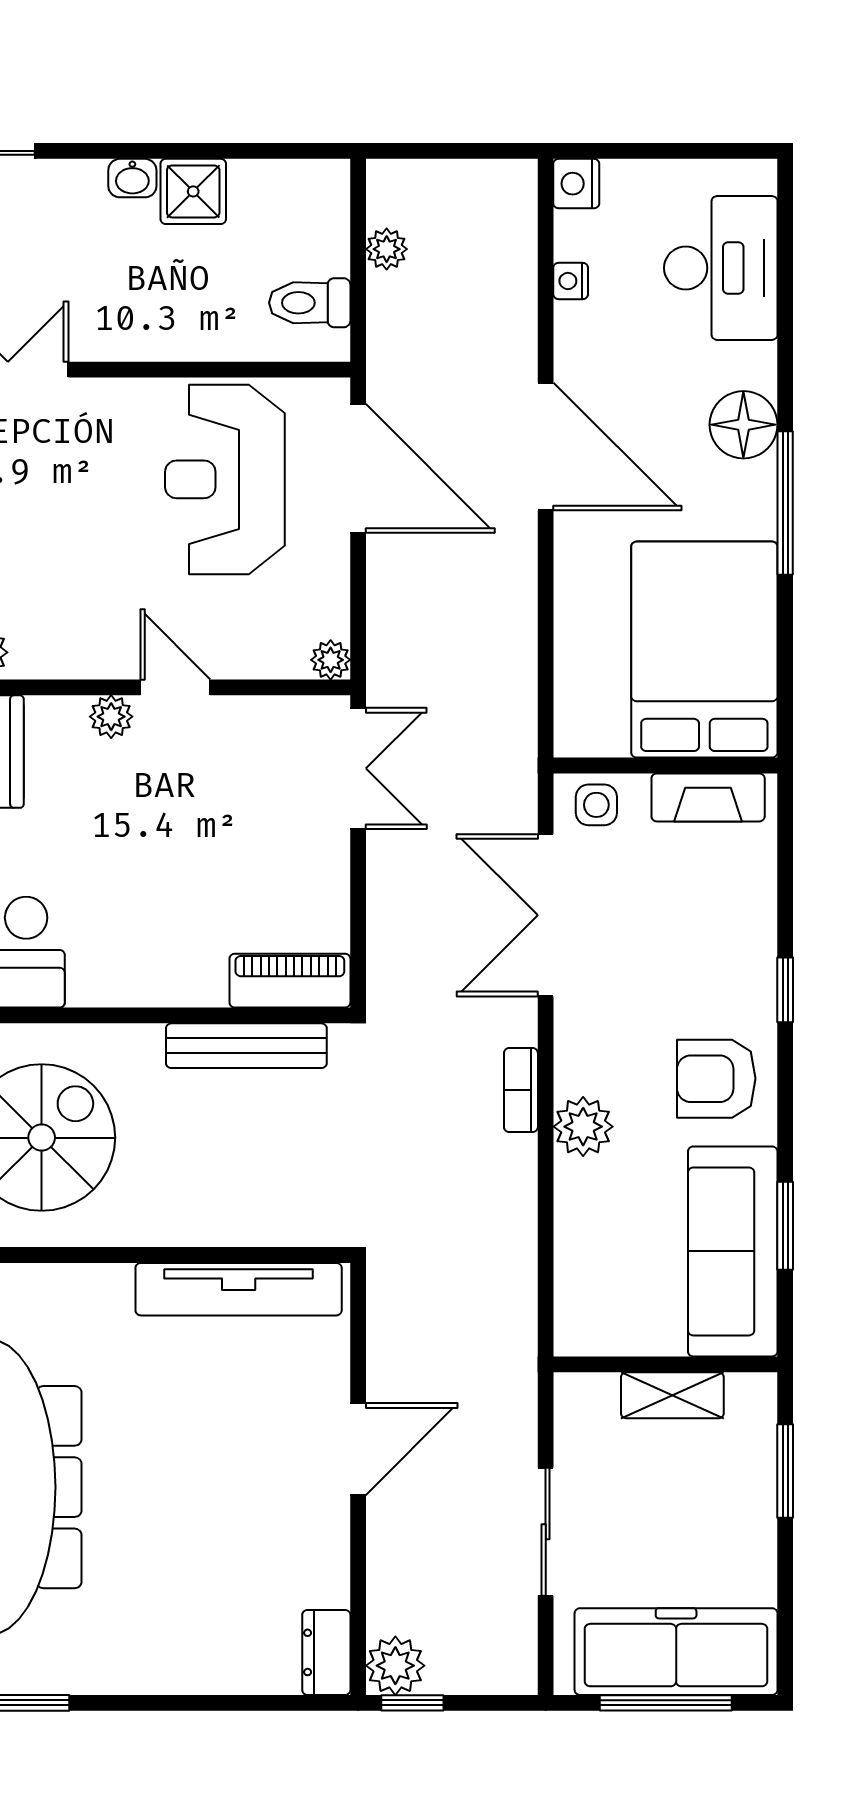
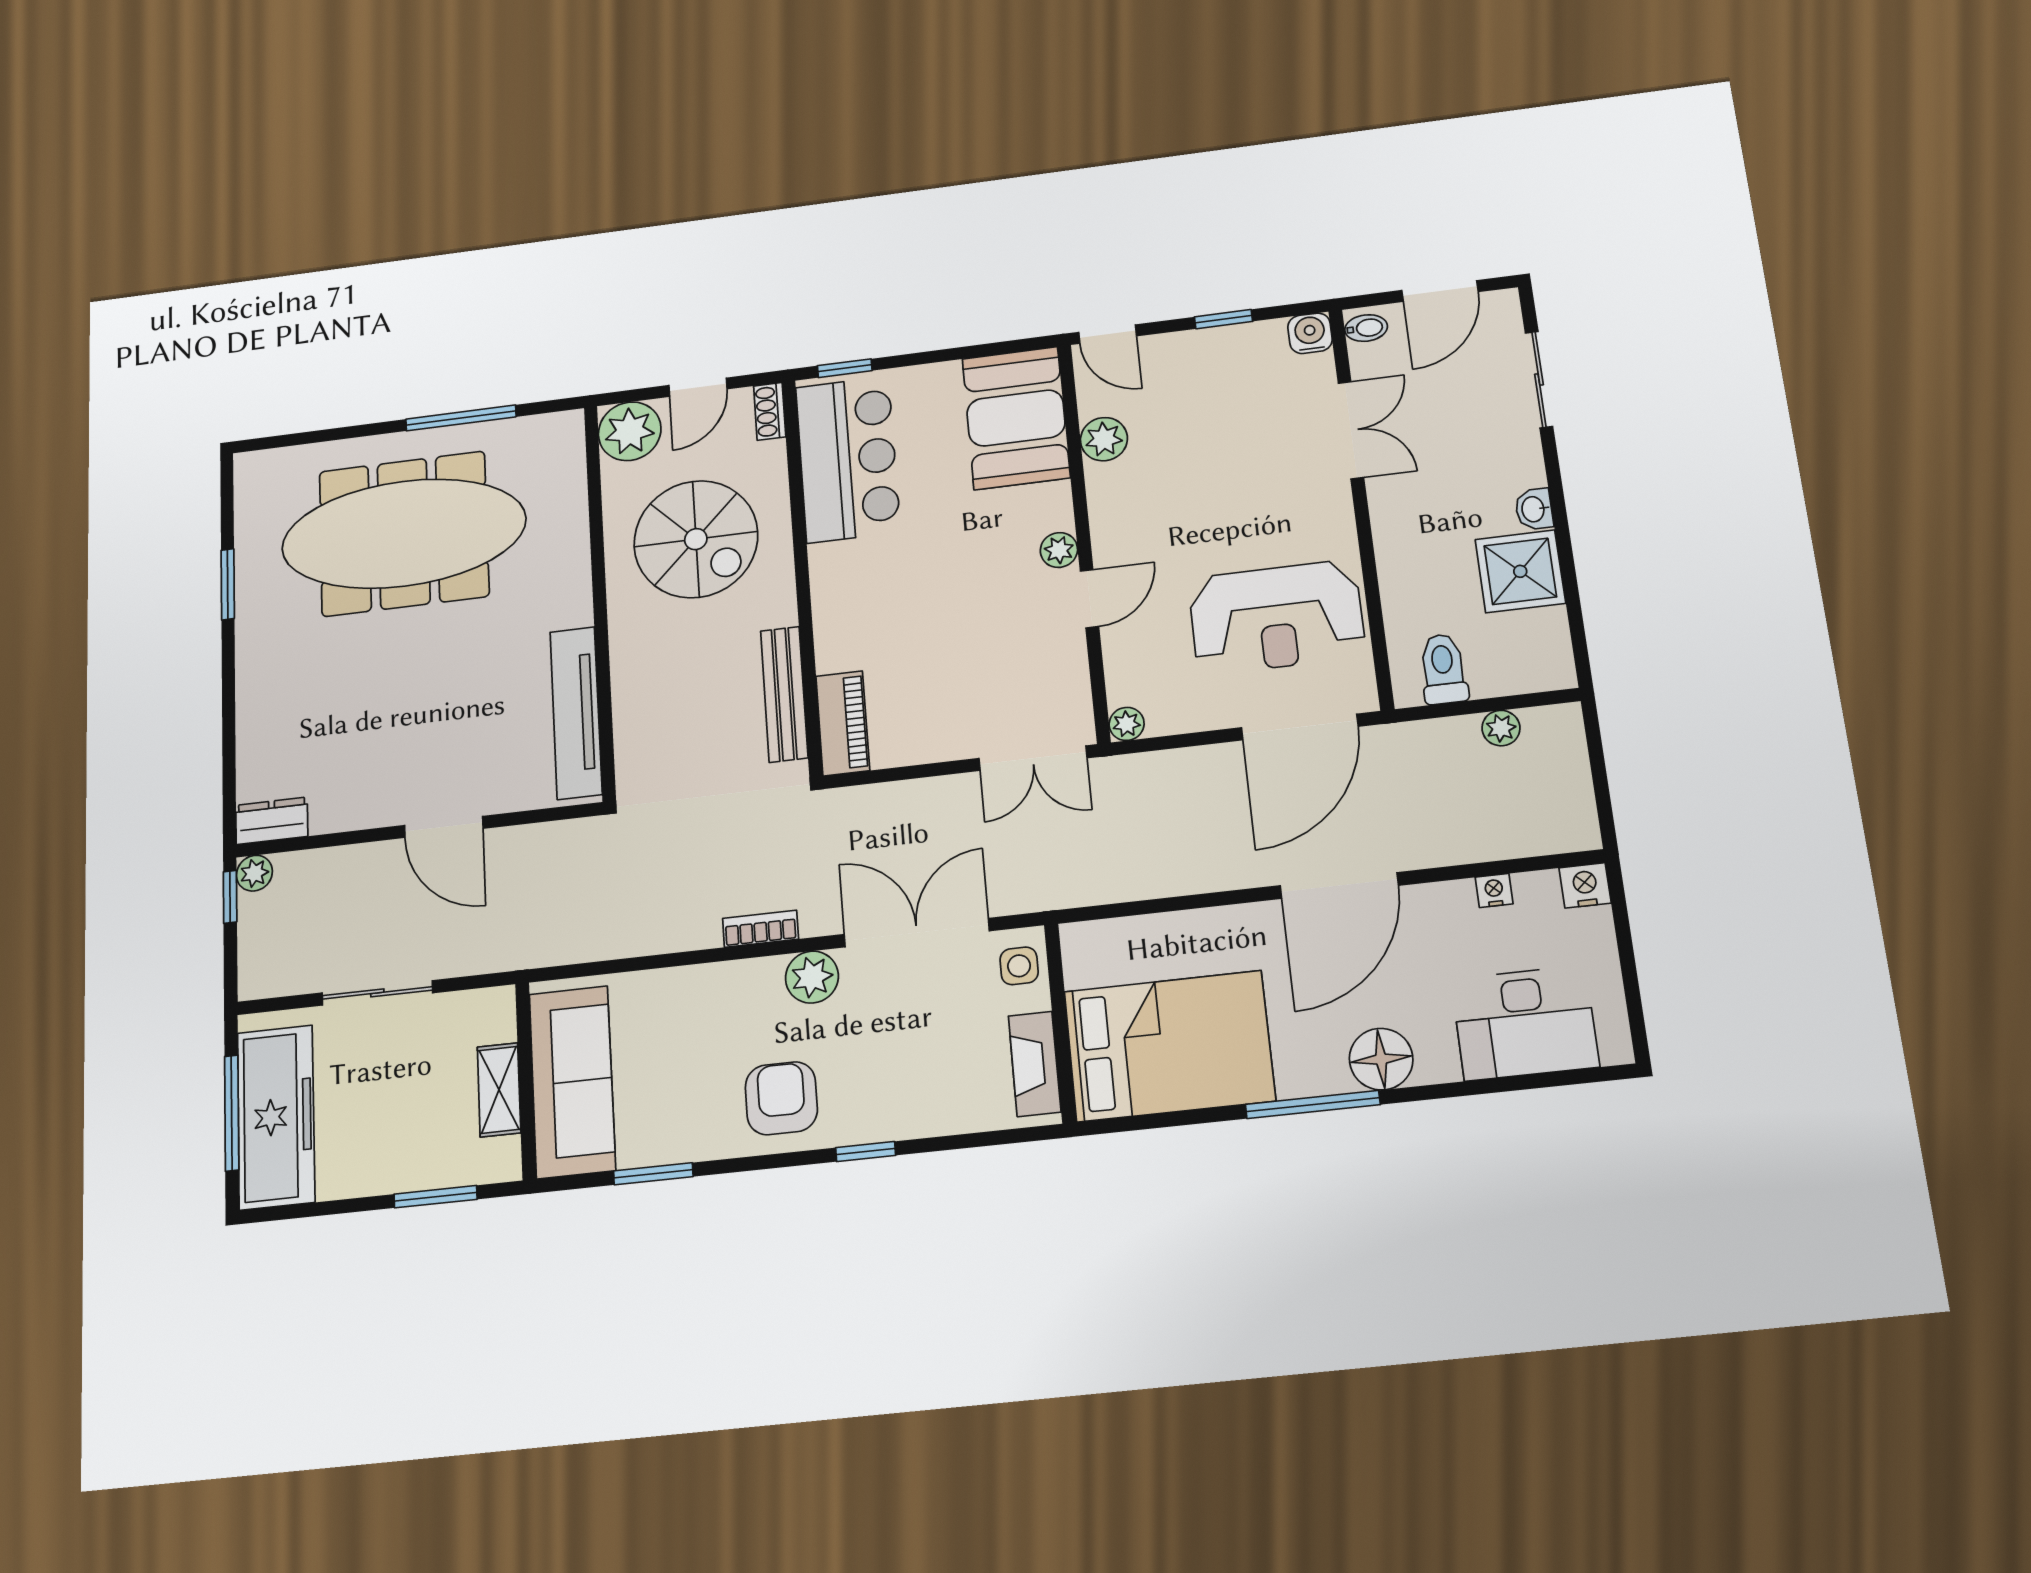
shower: (193, 191) -> (1520, 571), width x1.36, depth x1.36
reception desk: (225, 479) -> (1276, 617), turned 180
plant: (583, 1127) -> (812, 977), moved
sofa: (733, 1251) -> (572, 1082), moved, turned 90
plant: (395, 1666) -> (254, 873), width x0.73, depth x0.73

